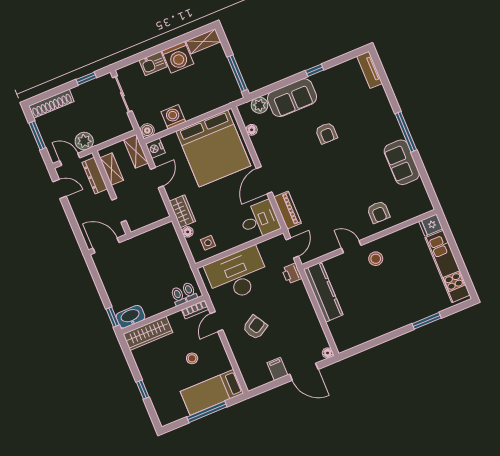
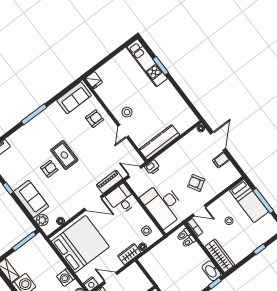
rug: (340, 158) -> (64, 155), added
sofa: (402, 162) -> (74, 98), moved
kitchen unit: (448, 266) -> (147, 63), moved, turned 90

